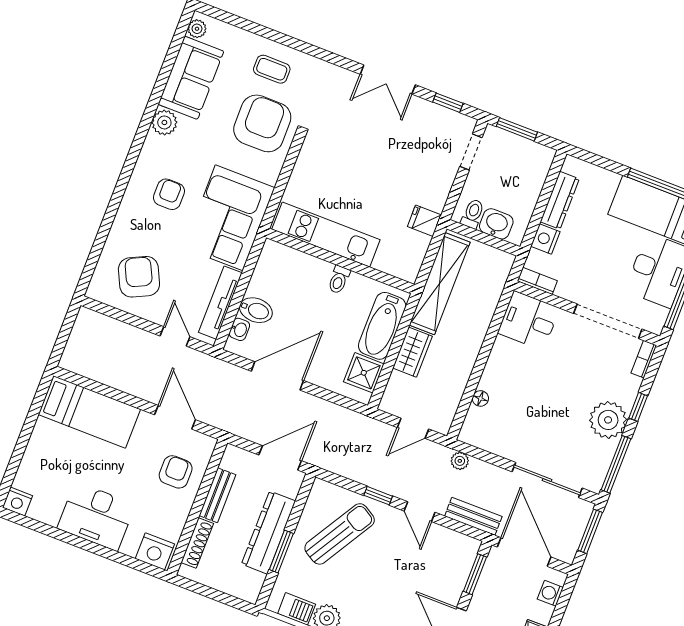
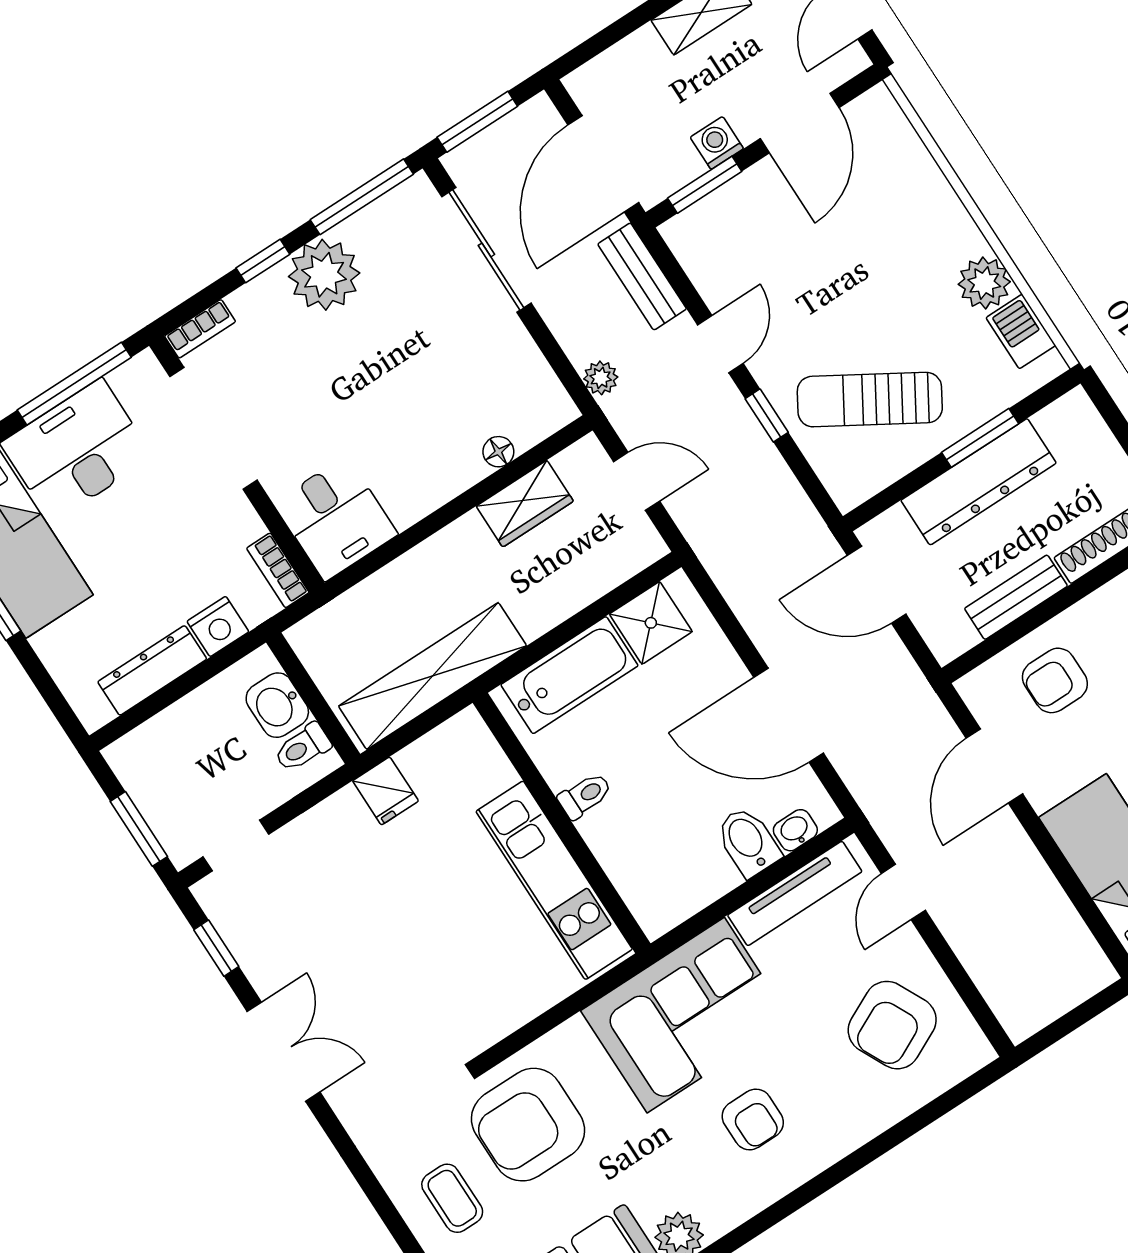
armchair: (169, 194) -> (753, 1119), turned -90
wardrobe: (412, 352) -> (525, 504), moved, turned 180
washing machine: (550, 593) -> (717, 143), moved, turned 180

